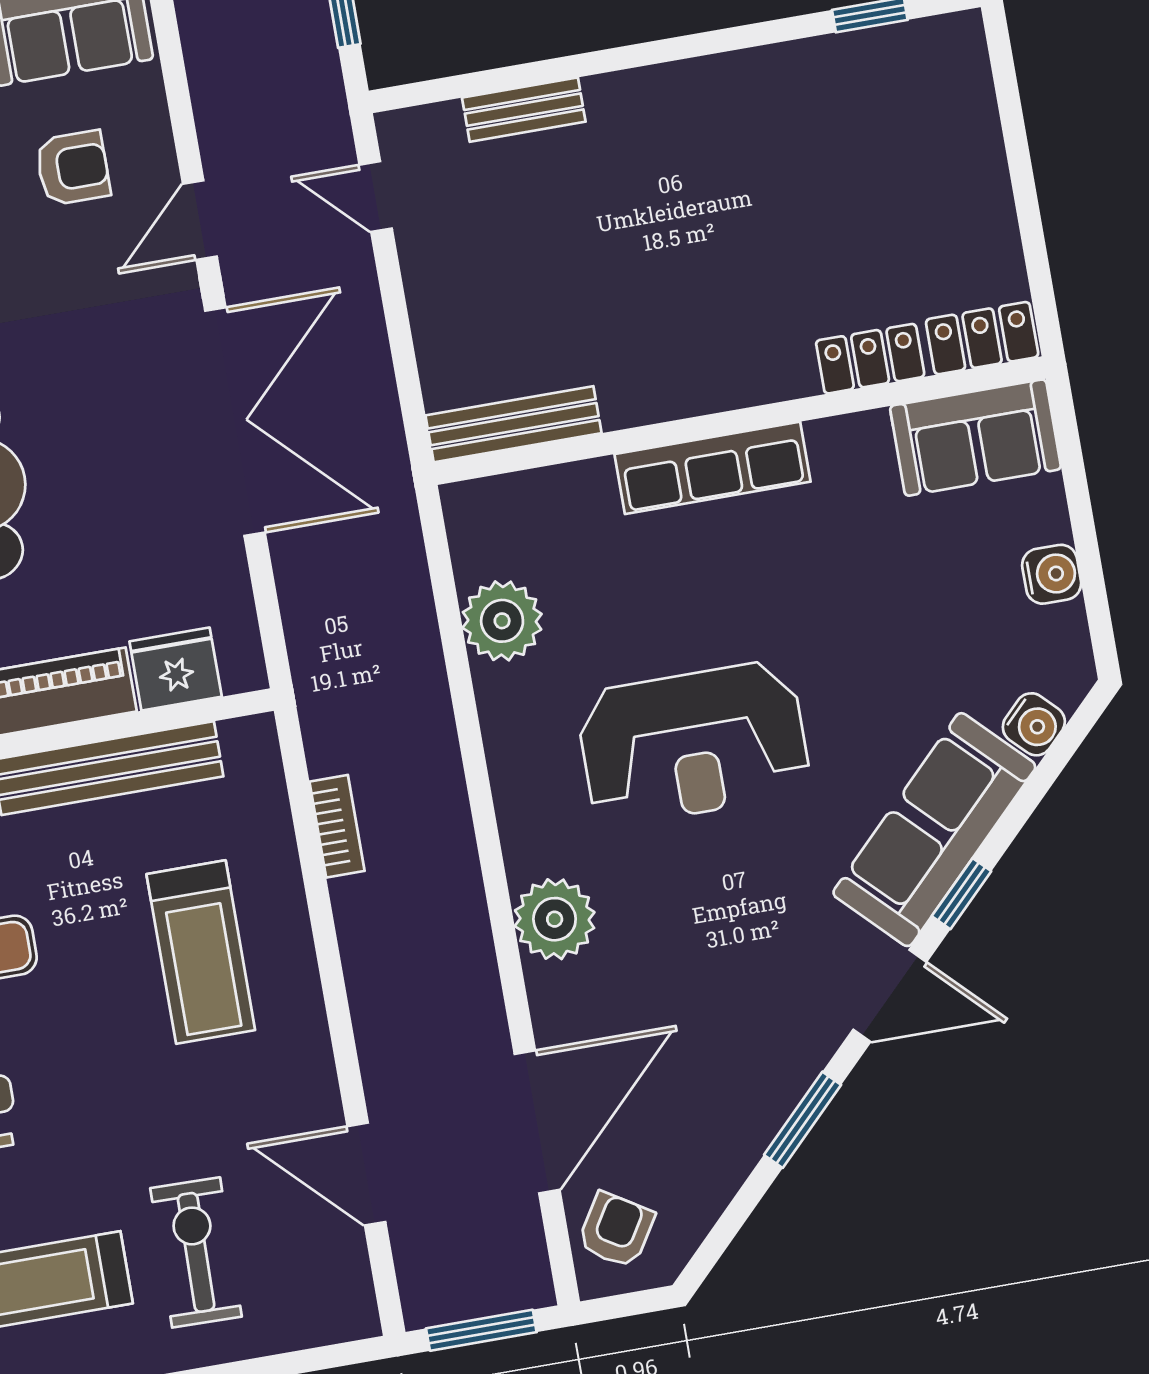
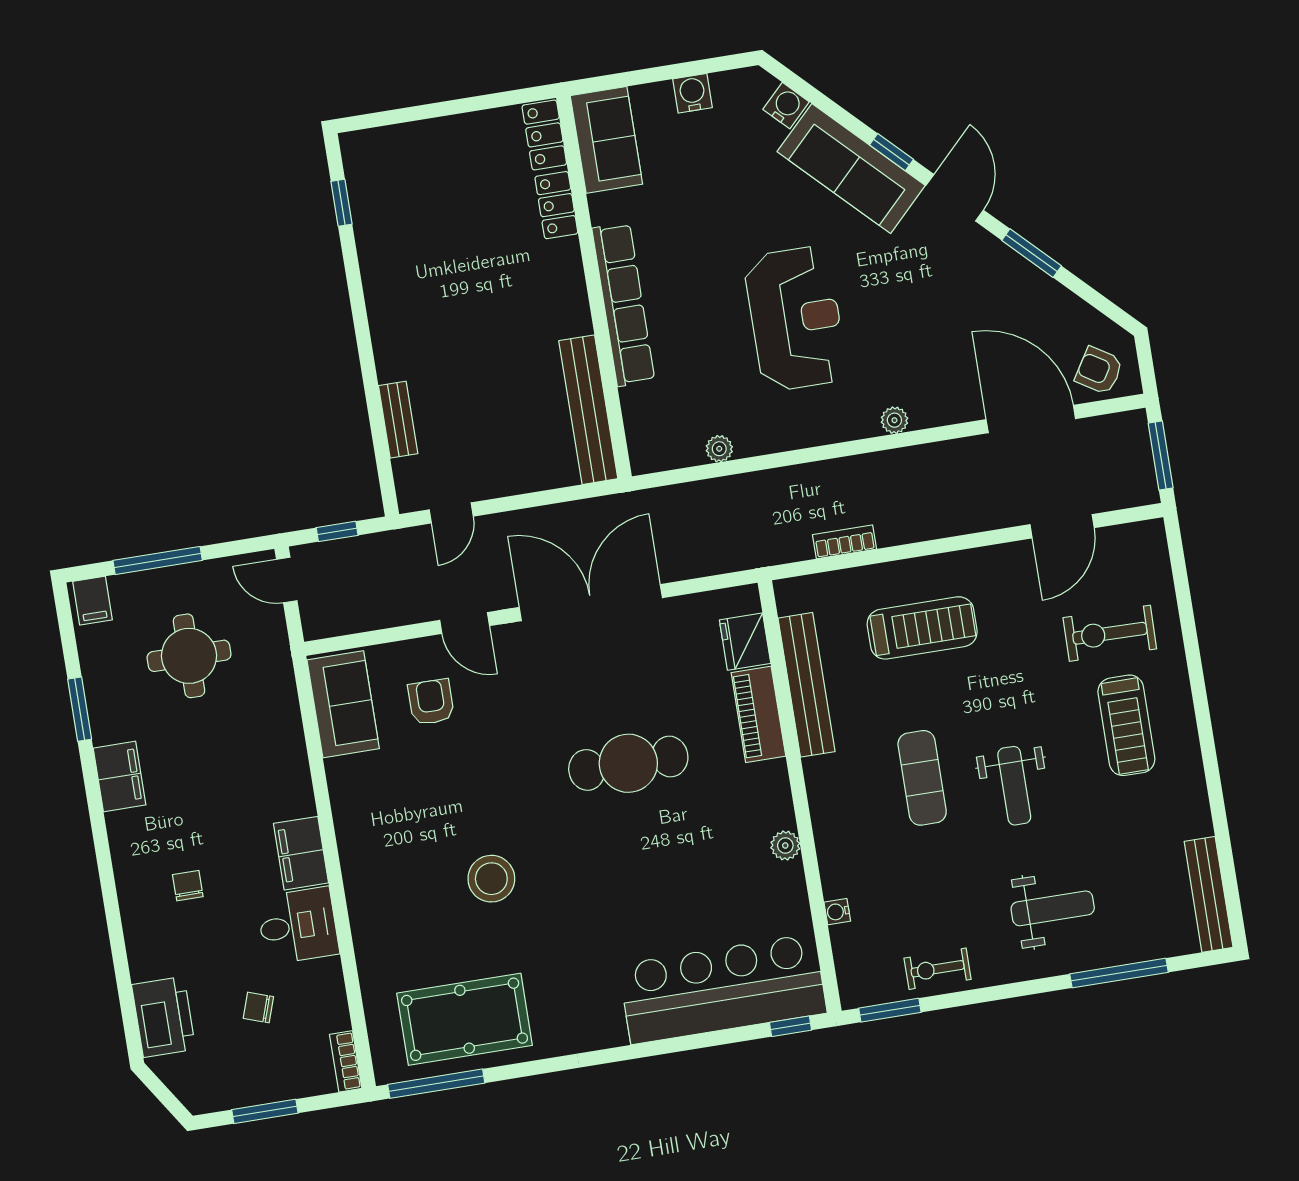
bench: (514, 424) -> (588, 410), width x1.37, depth x1.21
row of seats: (713, 468) -> (623, 304), width x1.36
plant: (502, 621) -> (719, 449), width x0.53, depth x0.53
plant: (555, 919) -> (894, 420), width x0.53, depth x0.53

